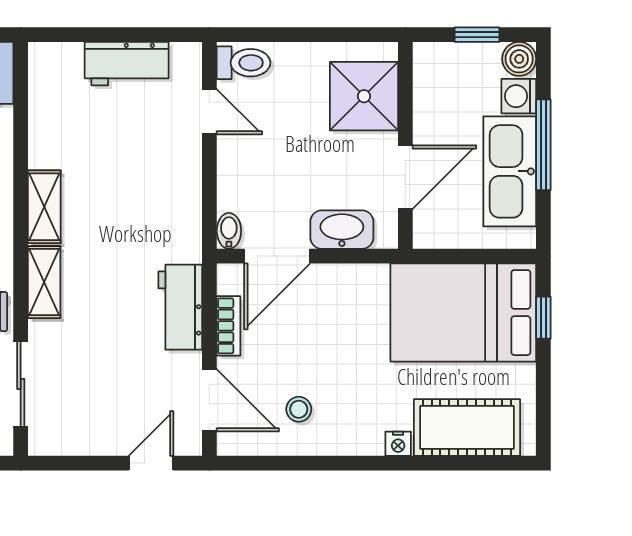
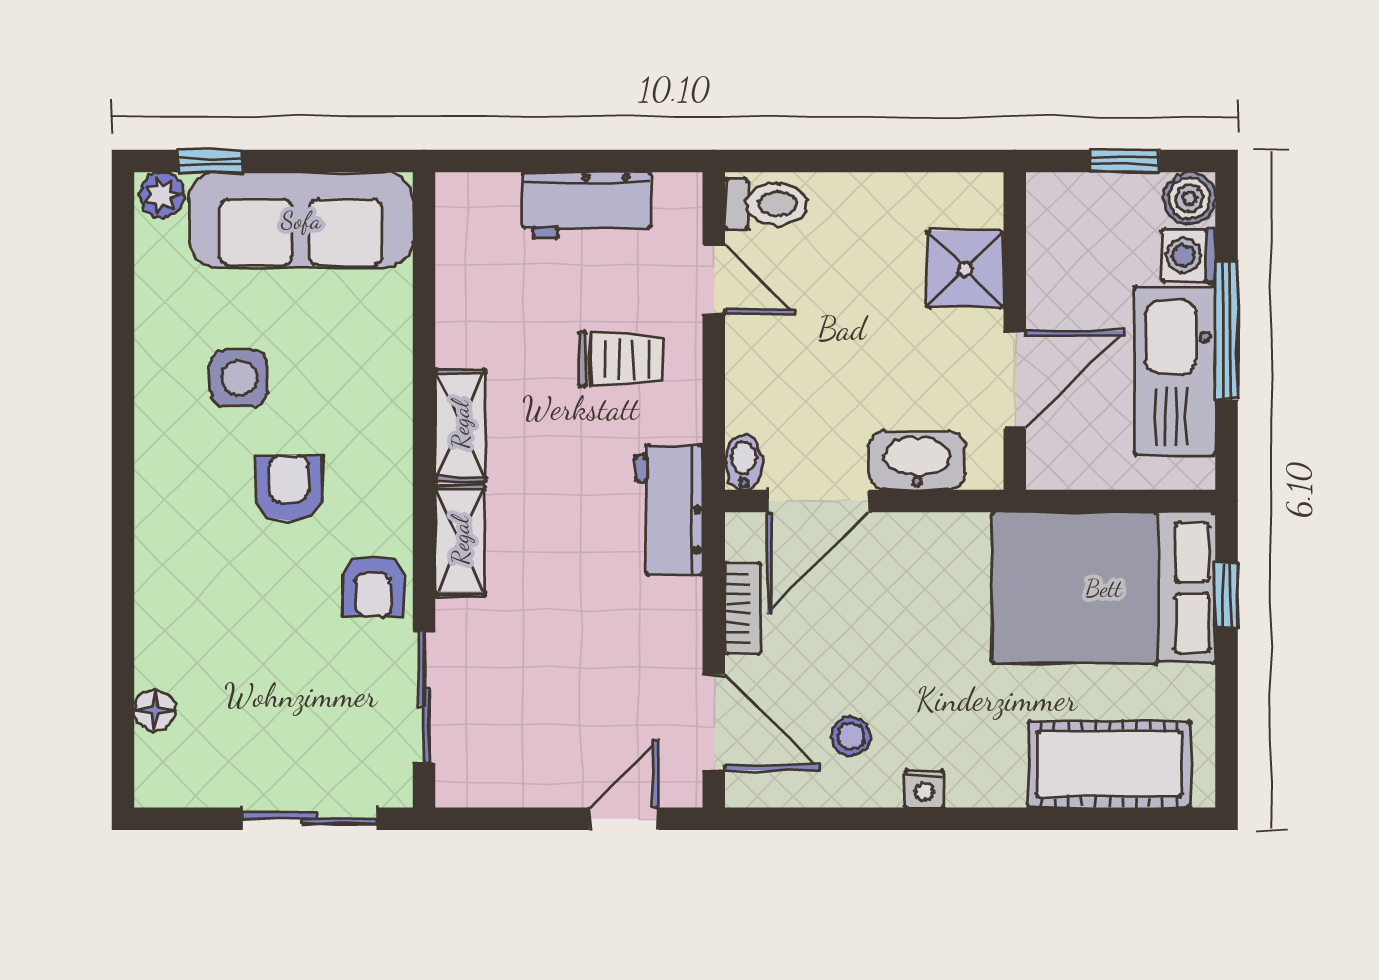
shower: (364, 96) -> (965, 269), width x0.73, depth x0.73
trolley: (149, 164) -> (621, 359), added
workbench: (180, 307) -> (669, 510), moved
nightstand: (398, 444) -> (924, 789), moved

